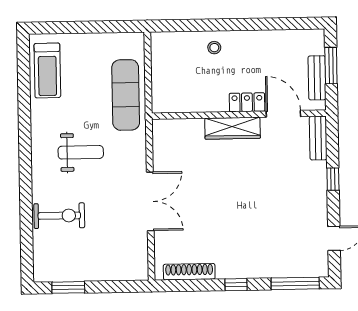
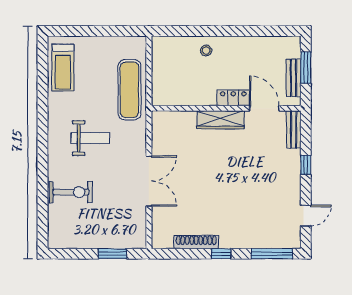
shoe rack: (189, 272) -> (196, 242), moved
window: (68, 287) -> (112, 254), moved

